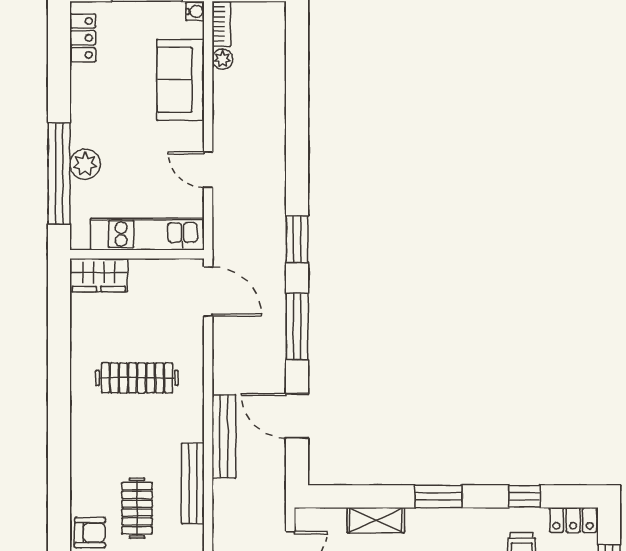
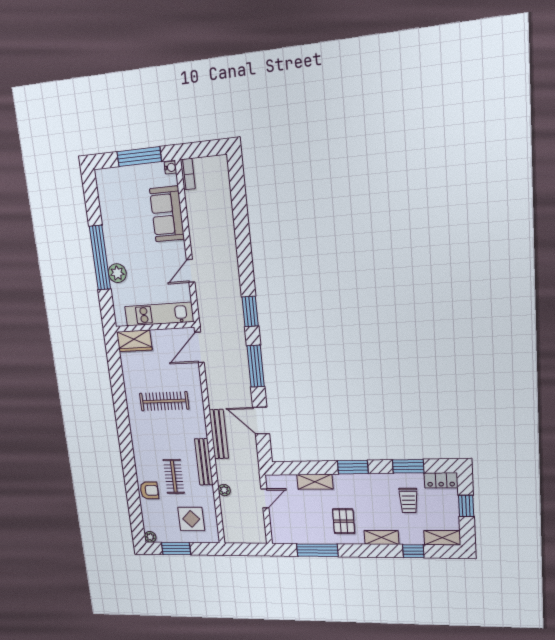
locker: (83, 38) -> (105, 192), removed
plant: (222, 59) -> (224, 490), moved
door: (208, 170) -> (191, 271), hinge flipped
window: (59, 173) -> (100, 258), moved
door: (208, 291) -> (199, 347), swing flipped
window: (524, 496) -> (408, 466), width x1.50

